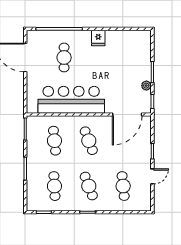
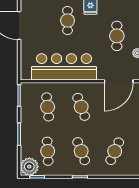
cafe table: (64, 57) -> (68, 21), moved
cafe table: (125, 68) -> (117, 36), added
cafe table: (123, 186) -> (115, 151), turned 30
plant: (36, 202) -> (29, 167), added

